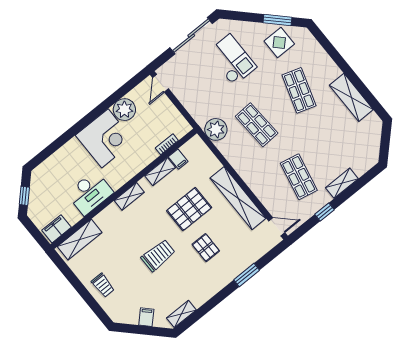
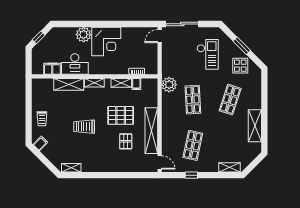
window: (277, 20) -> (242, 46), moved
sliding door: (191, 36) -> (182, 24), moved
plant: (124, 110) -> (84, 35), moved
shelving: (342, 183) -> (230, 167), moved
filing cabinet: (57, 229) -> (52, 69), moved
shelving: (80, 239) -> (69, 84), moved
pallet: (206, 248) -> (126, 141), moved
trolley: (158, 255) -> (84, 127), turned 180
window: (247, 275) -> (123, 175), removed
filing cabinet: (146, 317) -> (40, 143), moved

